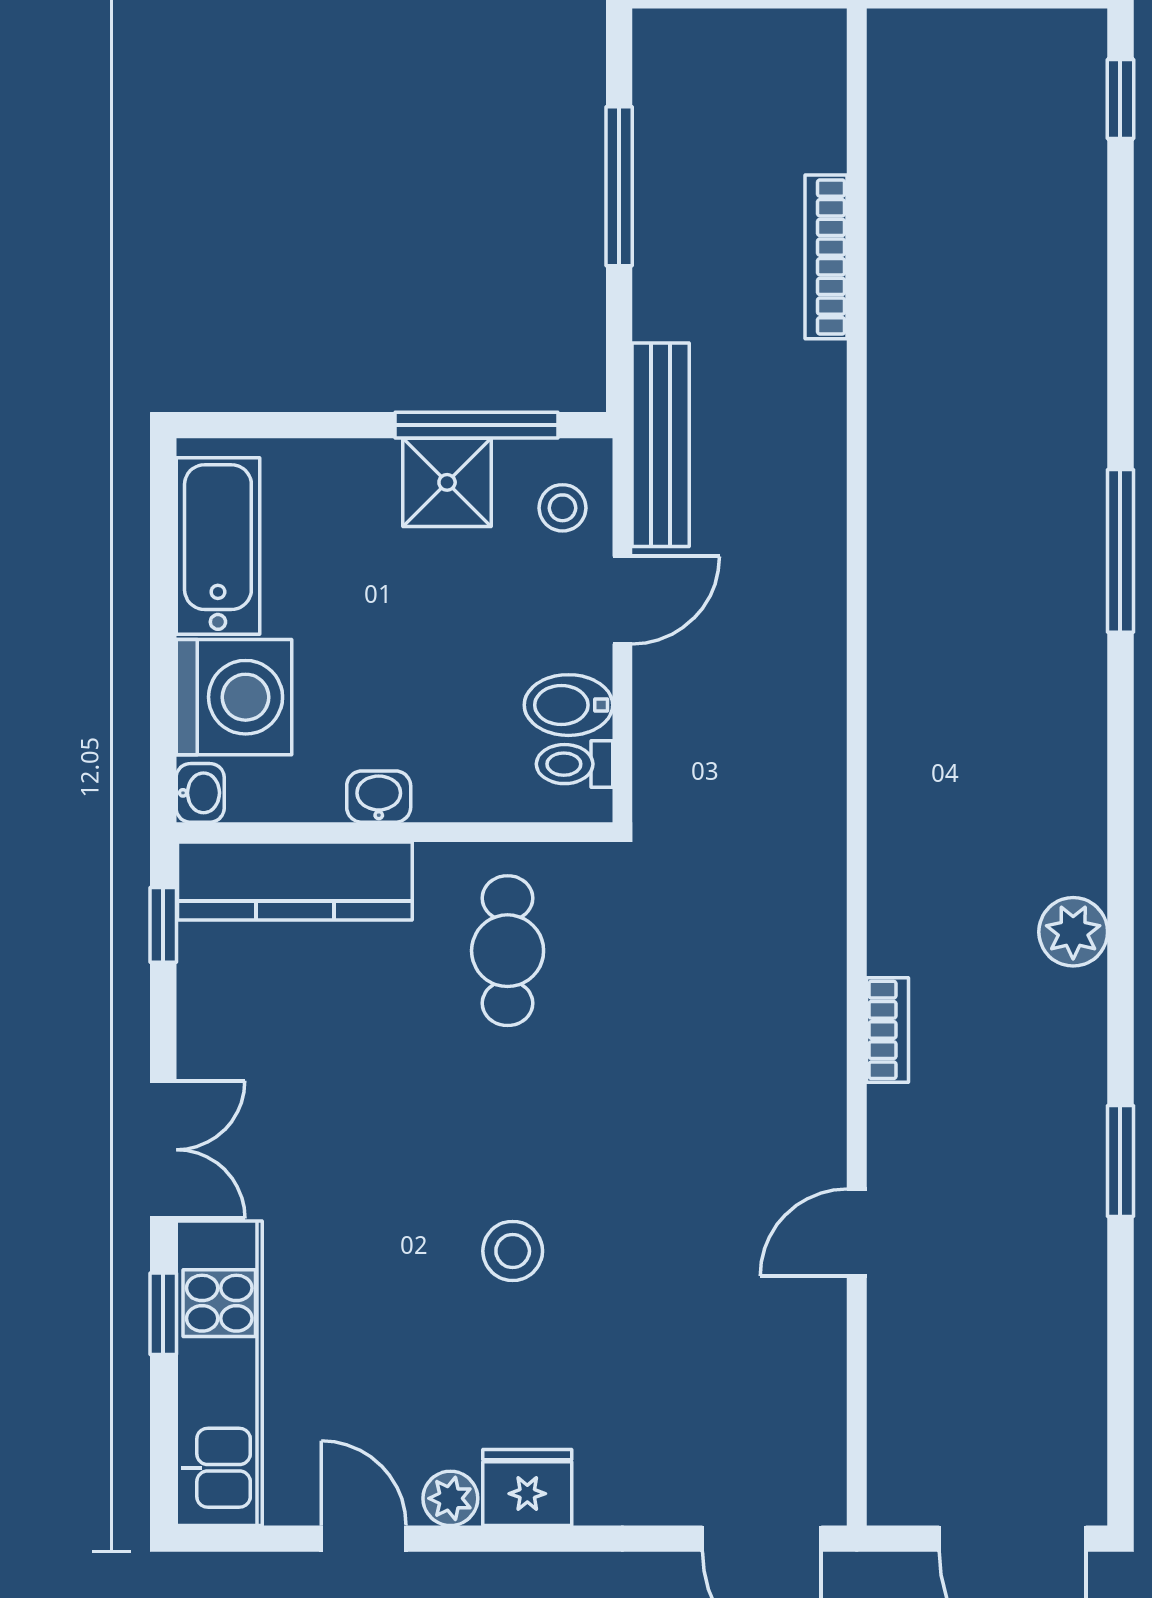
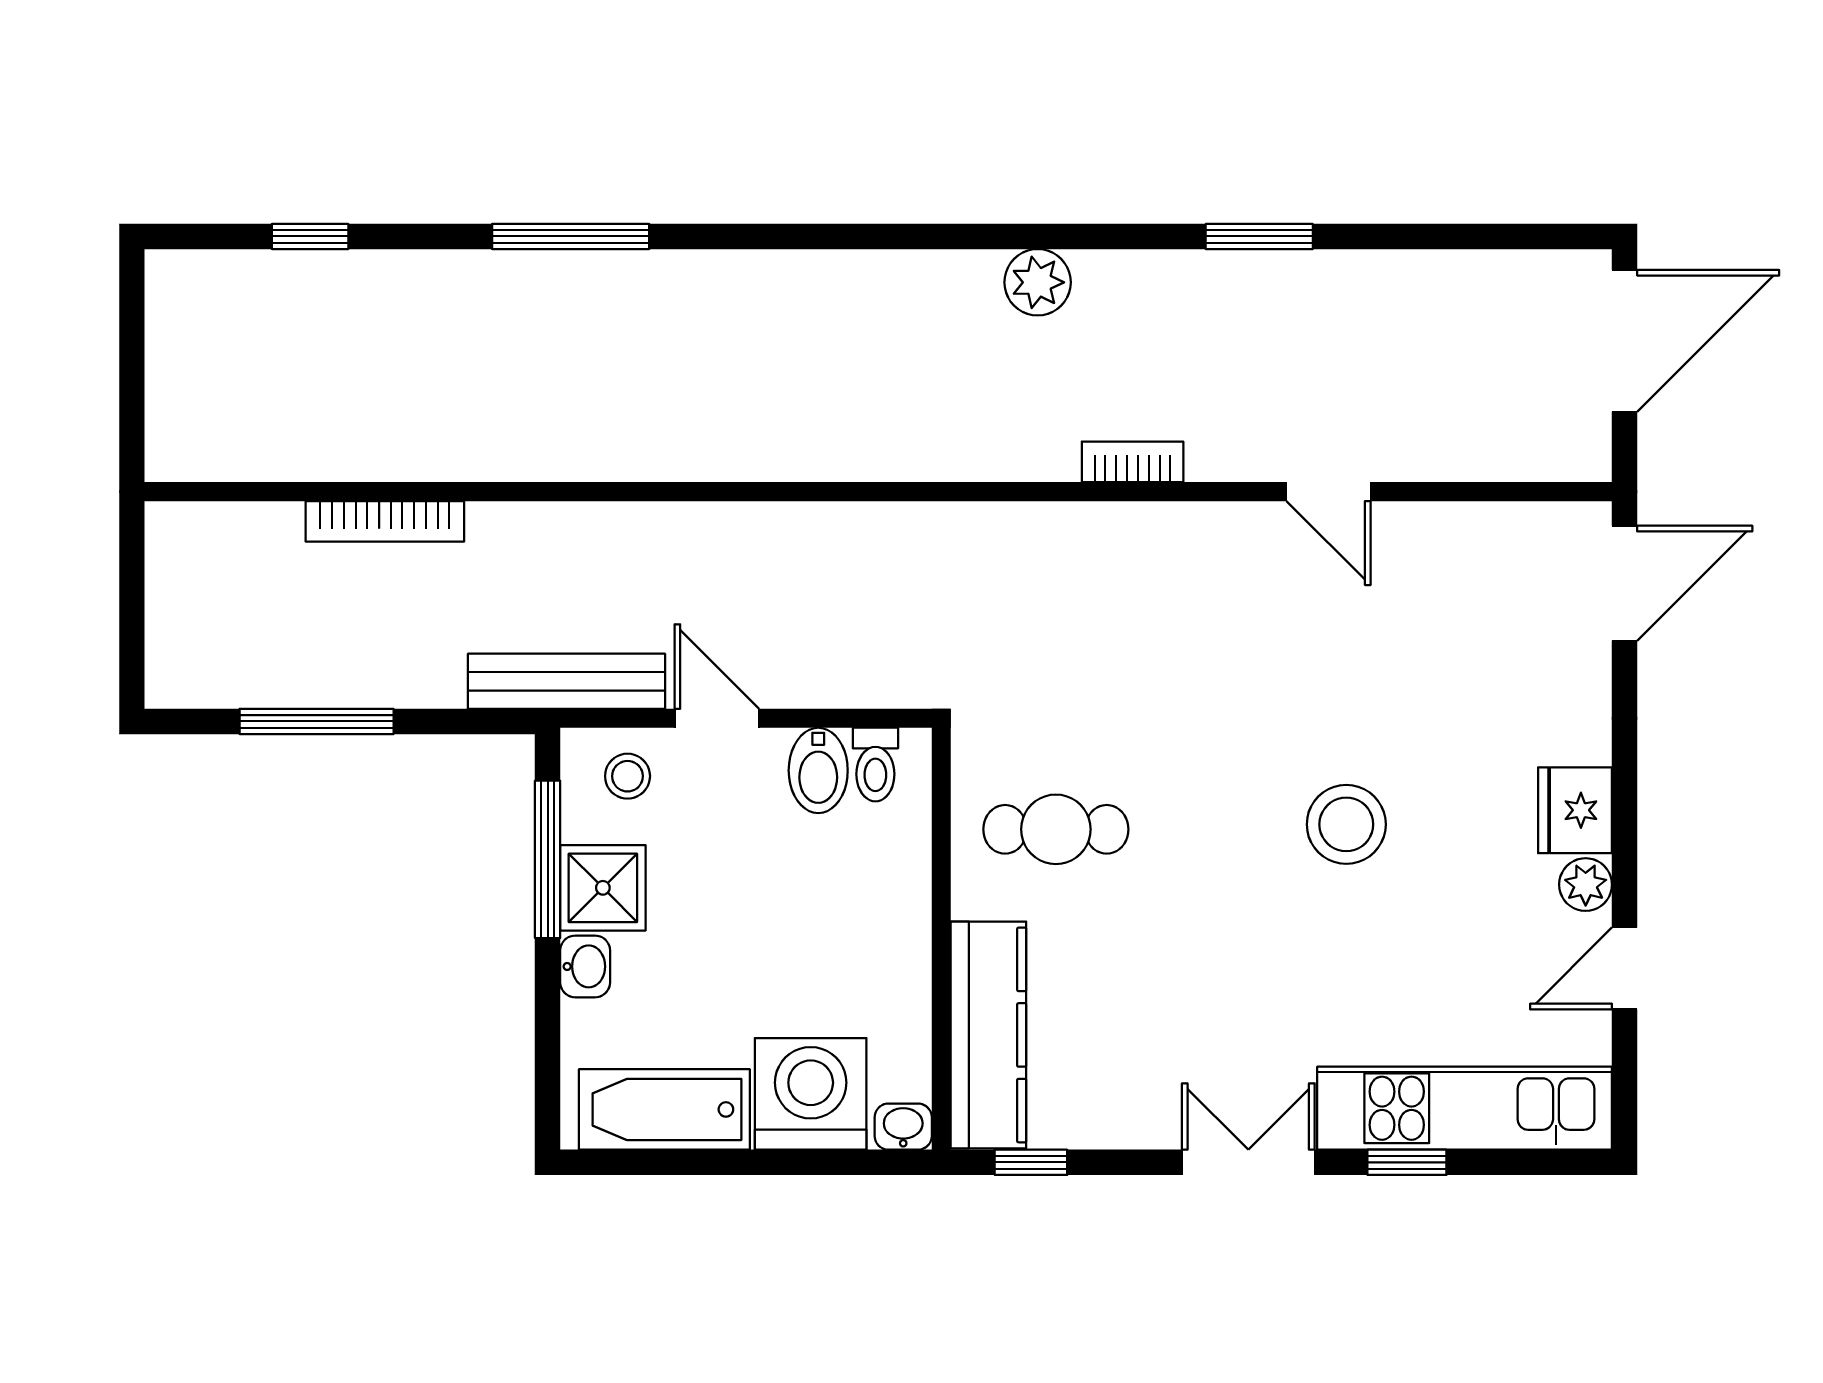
window: (1120, 99) -> (310, 236), moved
window: (1120, 551) -> (571, 236), moved
washbasin: (379, 797) -> (585, 966), moved, turned 180
stool: (513, 1251) -> (1346, 824), width x1.38, depth x1.38

